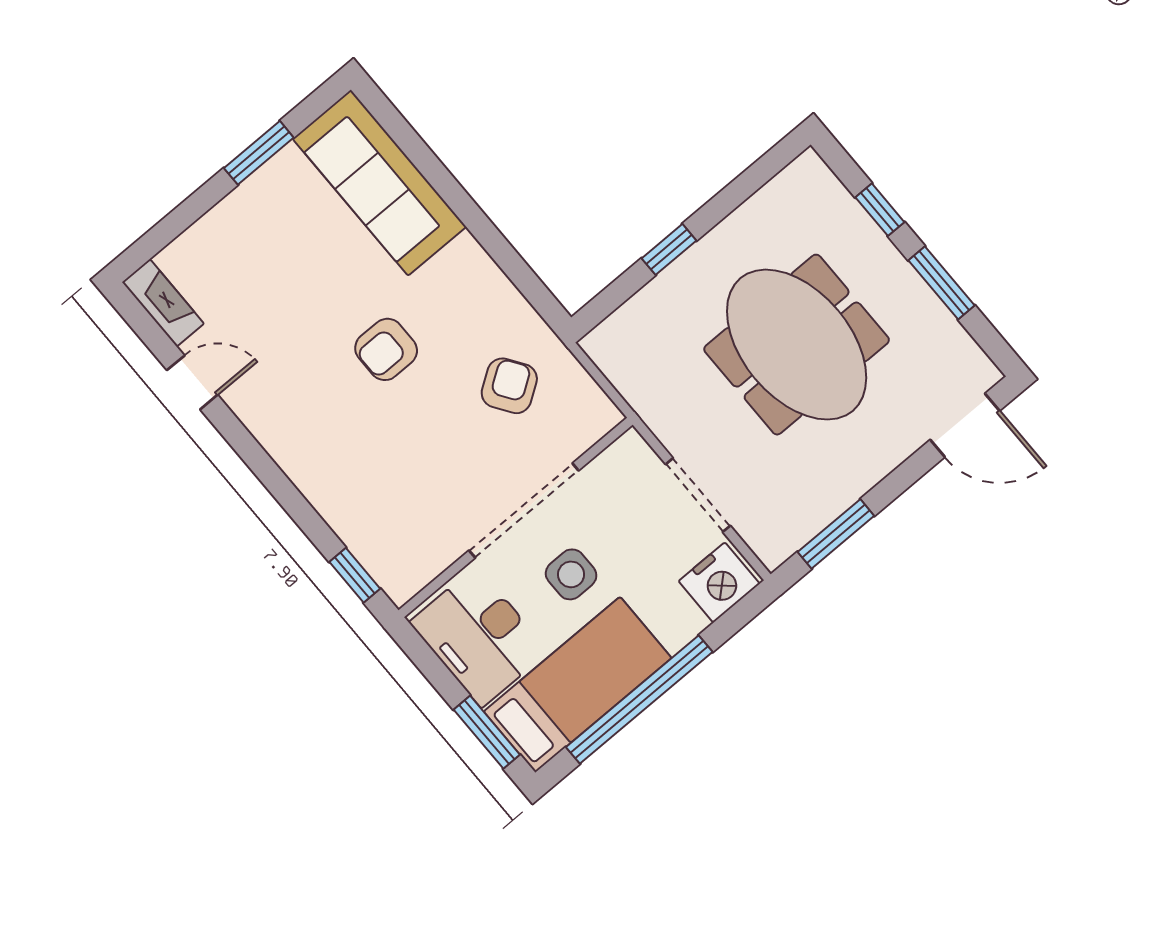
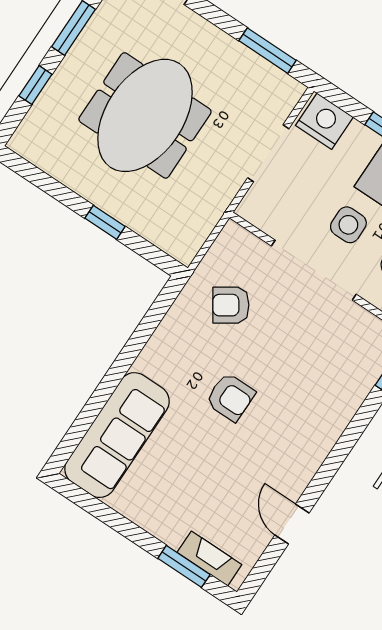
window: (259, 153) -> (184, 566), moved
fireplace: (163, 303) -> (209, 559), moved, turned 90

